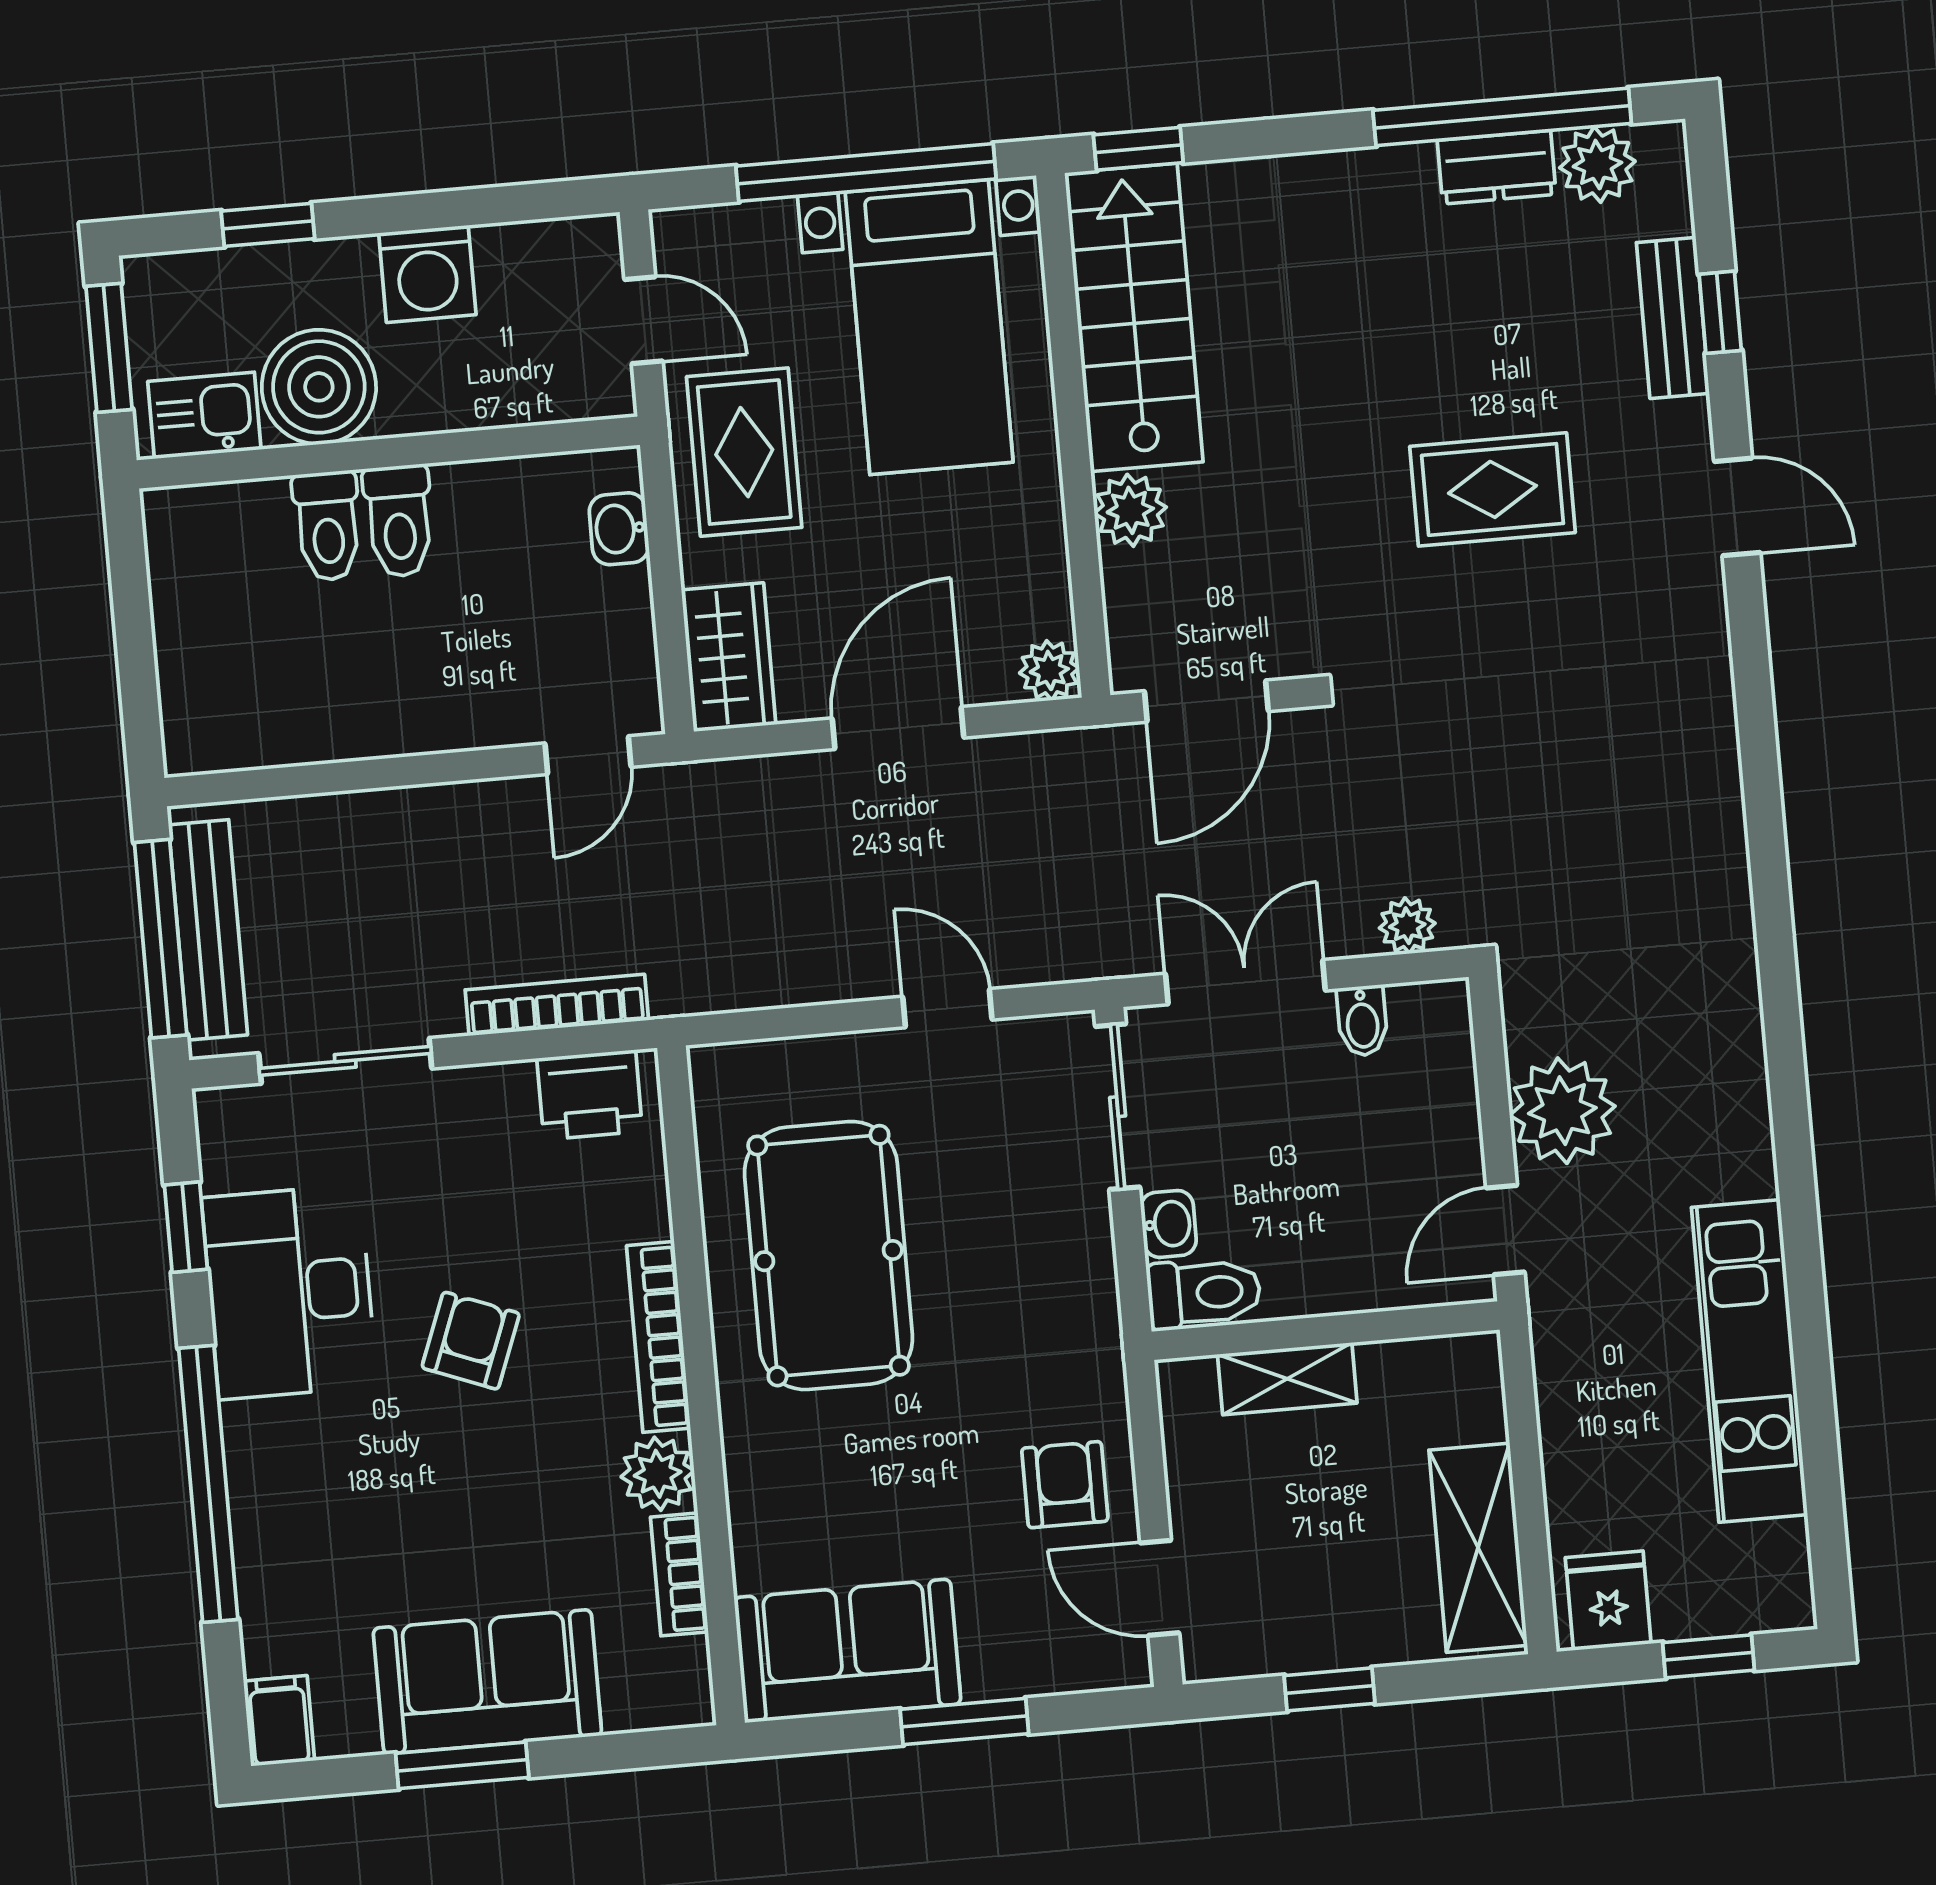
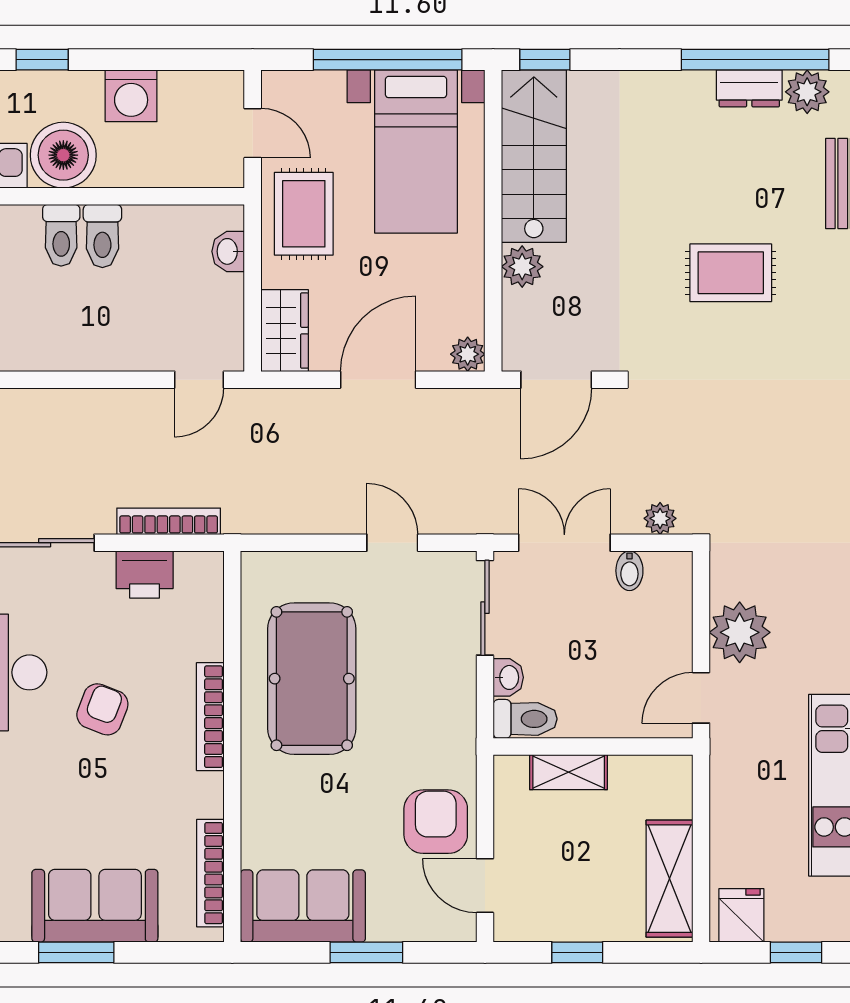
printer: (590, 1095) -> (145, 574), moved
plant: (658, 1474) -> (203, 795), removed
armchair: (1065, 1485) -> (436, 822), width x1.38, depth x1.38
bookcase: (679, 1574) -> (210, 873), width x1.56

